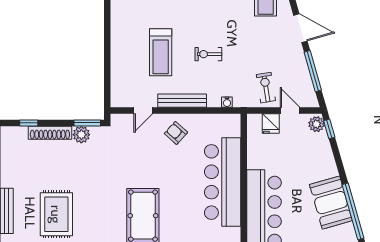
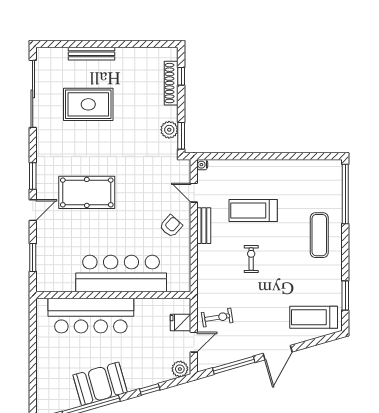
bench: (182, 101) -> (204, 226), width x0.73
water cooler: (227, 102) -> (202, 165), moved
window: (329, 129) -> (150, 389), moved
shoe rack: (50, 133) -> (171, 83), moved

